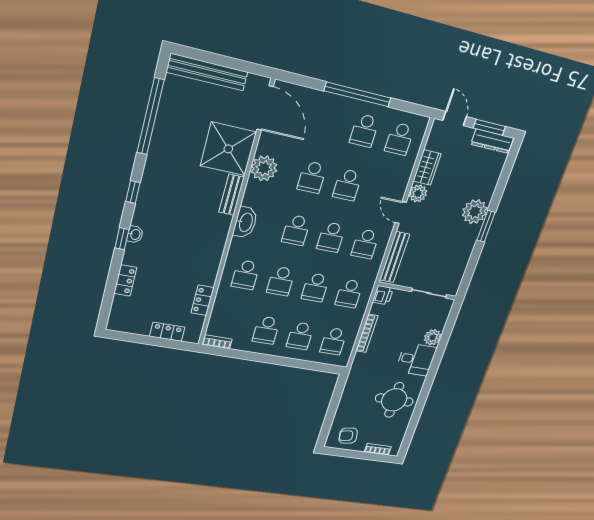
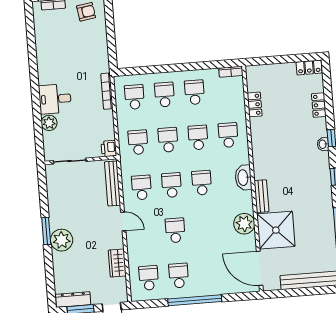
school desk: (312, 177) -> (205, 228), removed
plant: (418, 193) -> (116, 241), removed
locker: (167, 332) -> (309, 68), moved
bookcase: (367, 333) -> (107, 91), moved
round table: (394, 400) -> (58, 56), removed

